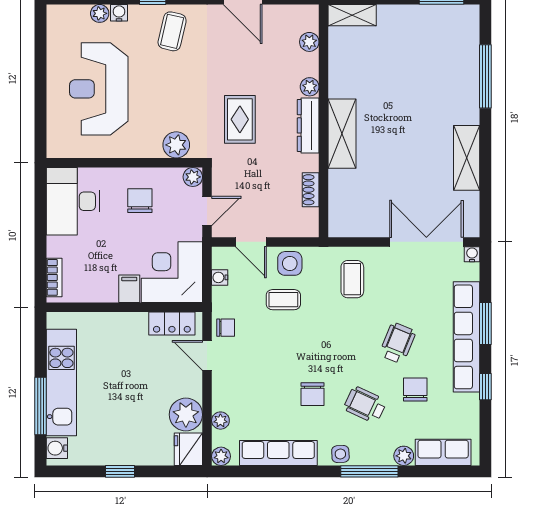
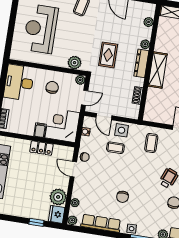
locker: (172, 323) -> (41, 148), moved
wheelchair: (365, 405) -> (148, 206), removed
window: (120, 471) -> (36, 222), moved

